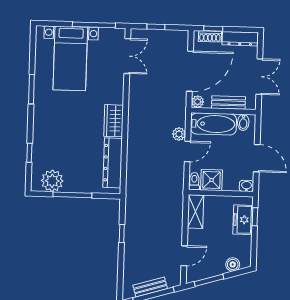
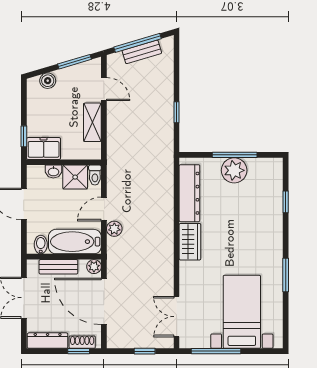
door: (190, 71) -> (104, 301), hinge flipped
plant: (52, 181) -> (234, 170), moved
washbasin: (246, 186) -> (53, 172), moved
shelving: (195, 212) -> (92, 122), moved
freezer: (243, 220) -> (44, 149), moved, turned -90
door: (184, 256) -> (104, 89), swing flipped

